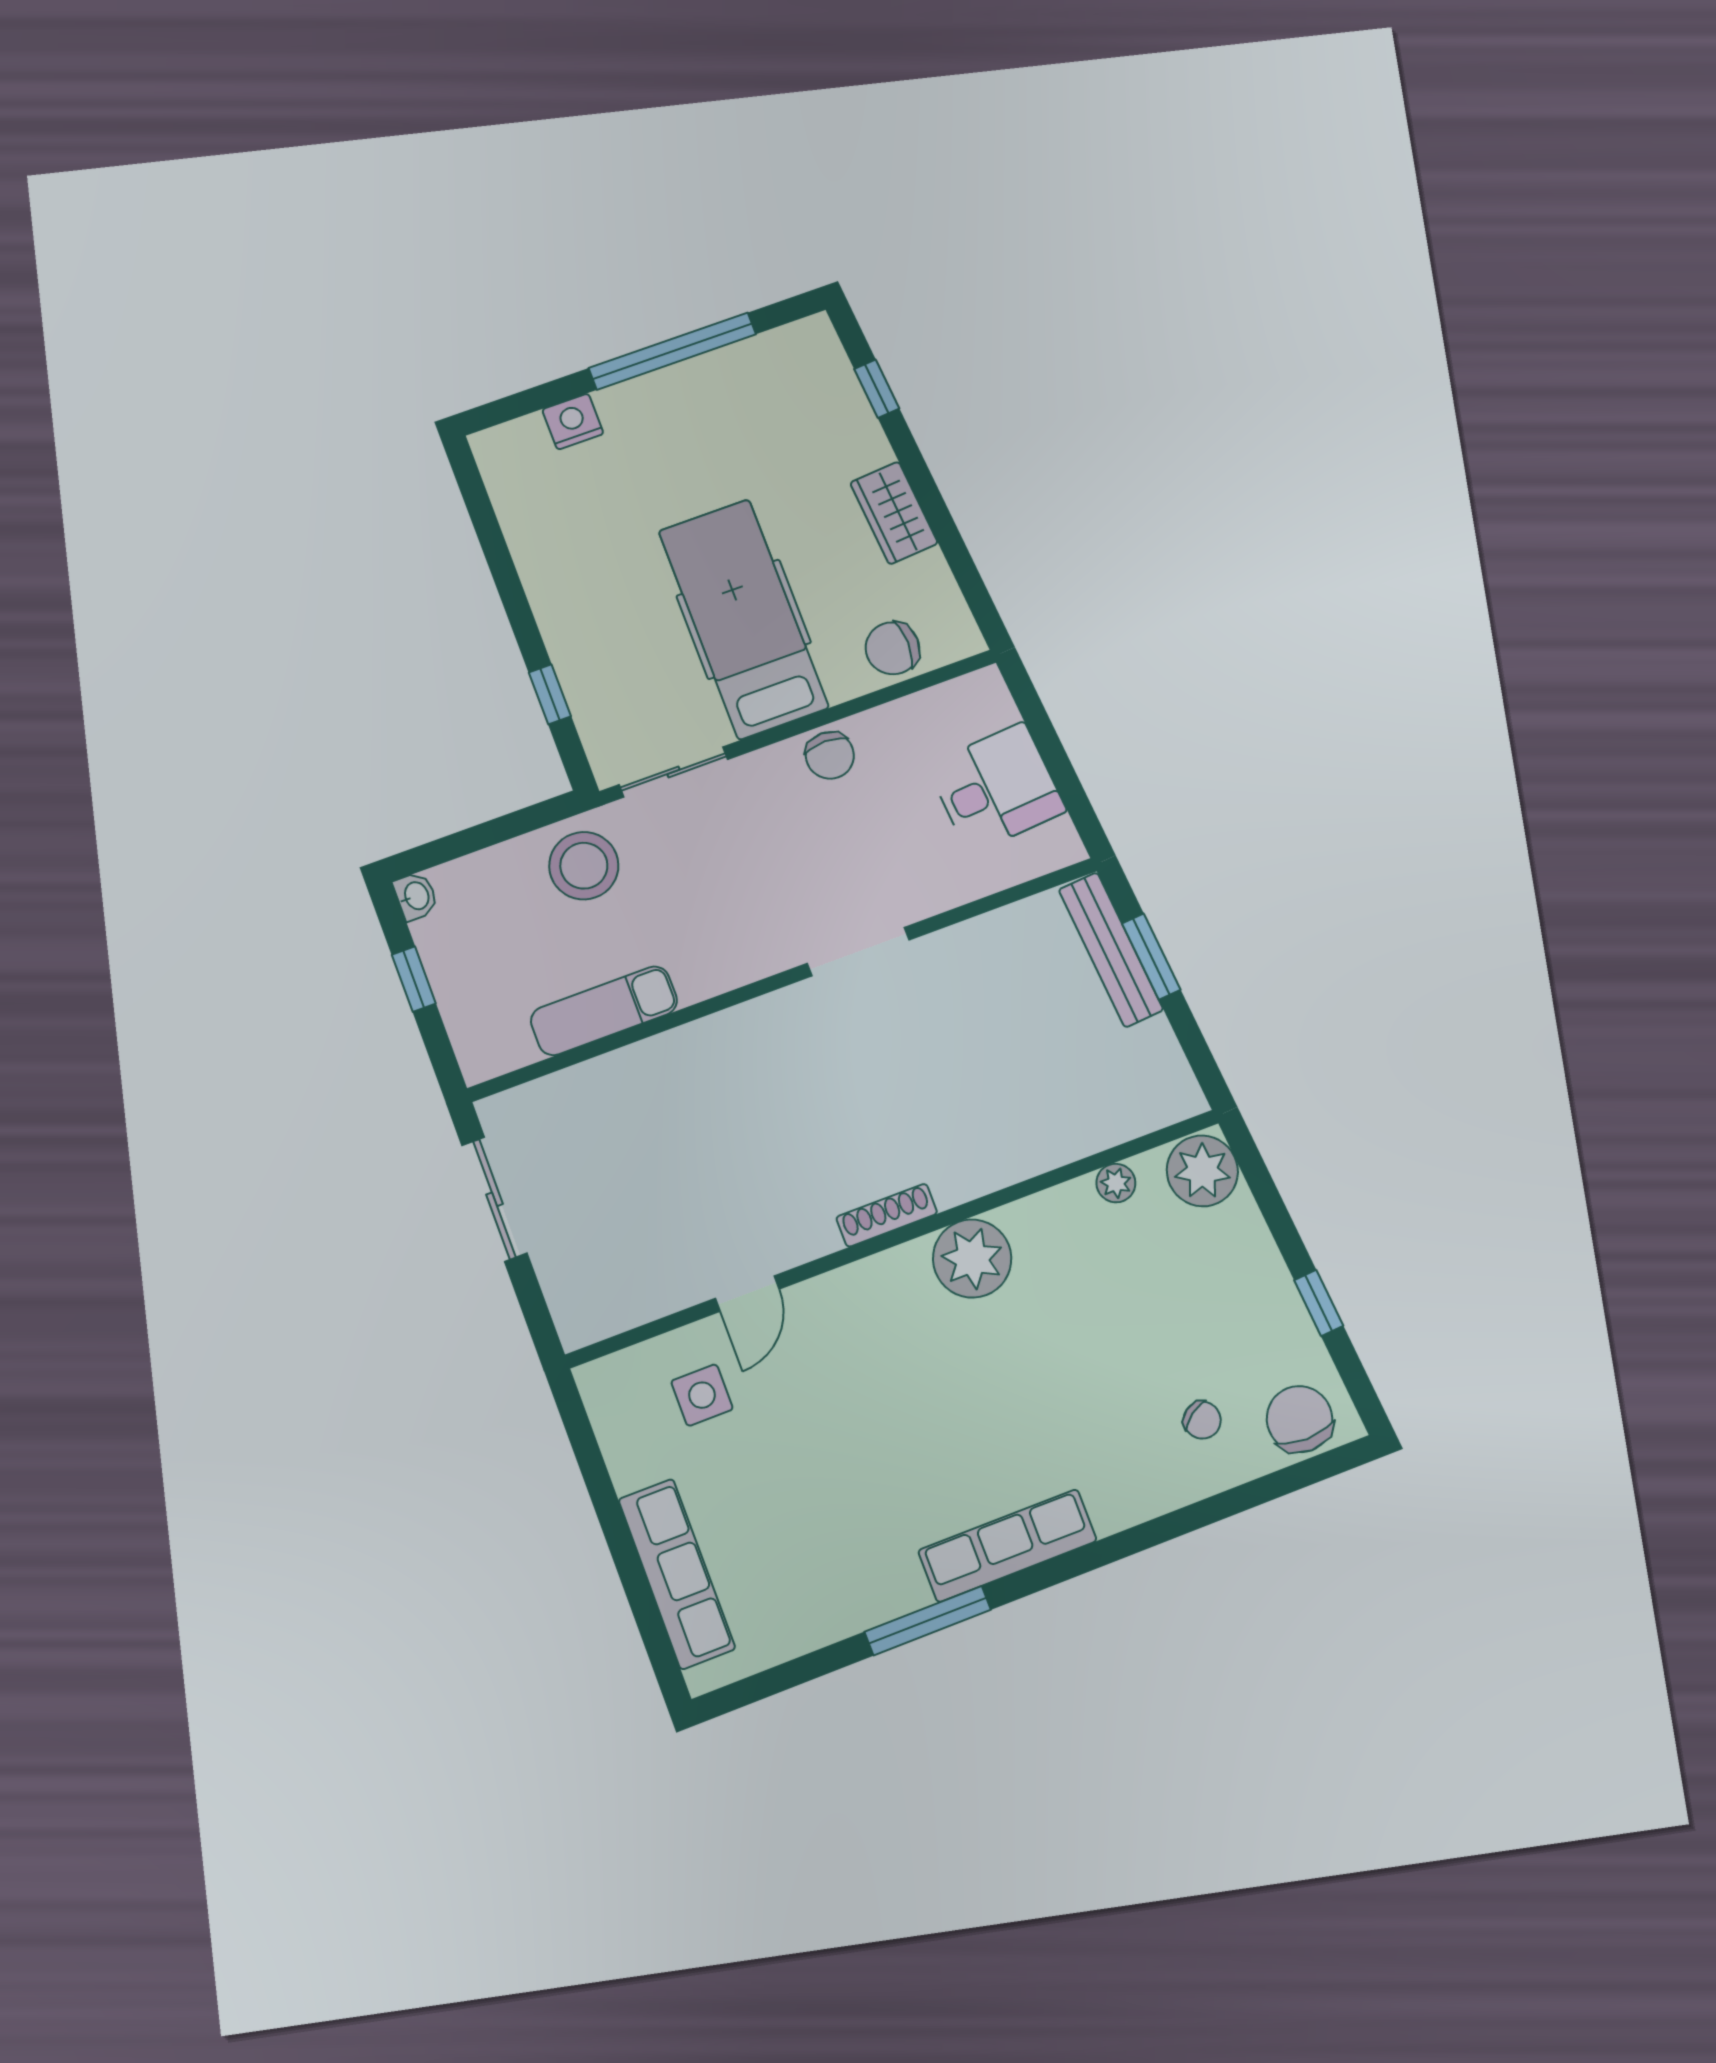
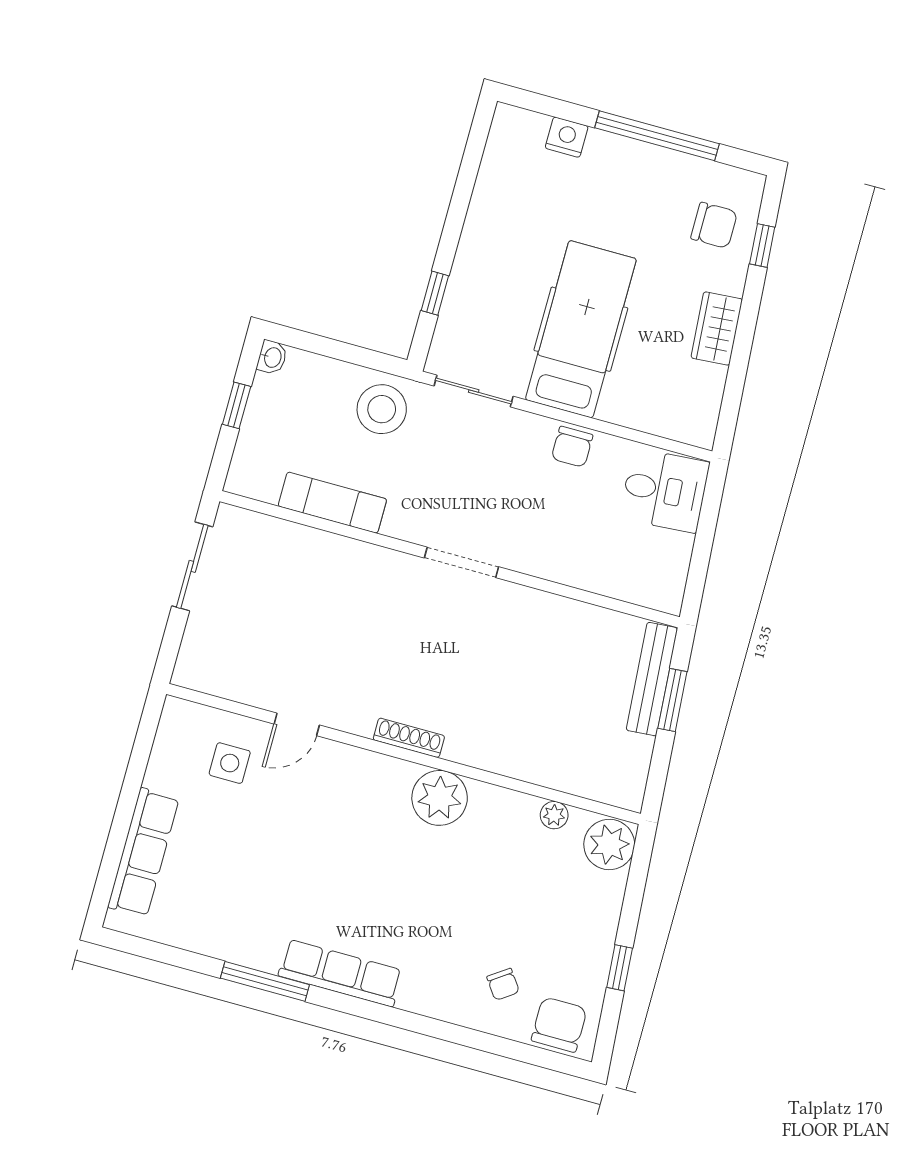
chair: (893, 648) -> (714, 225), moved, turned 180
desk: (996, 788) -> (665, 490), moved
doorway: (858, 952) -> (462, 562), moved

